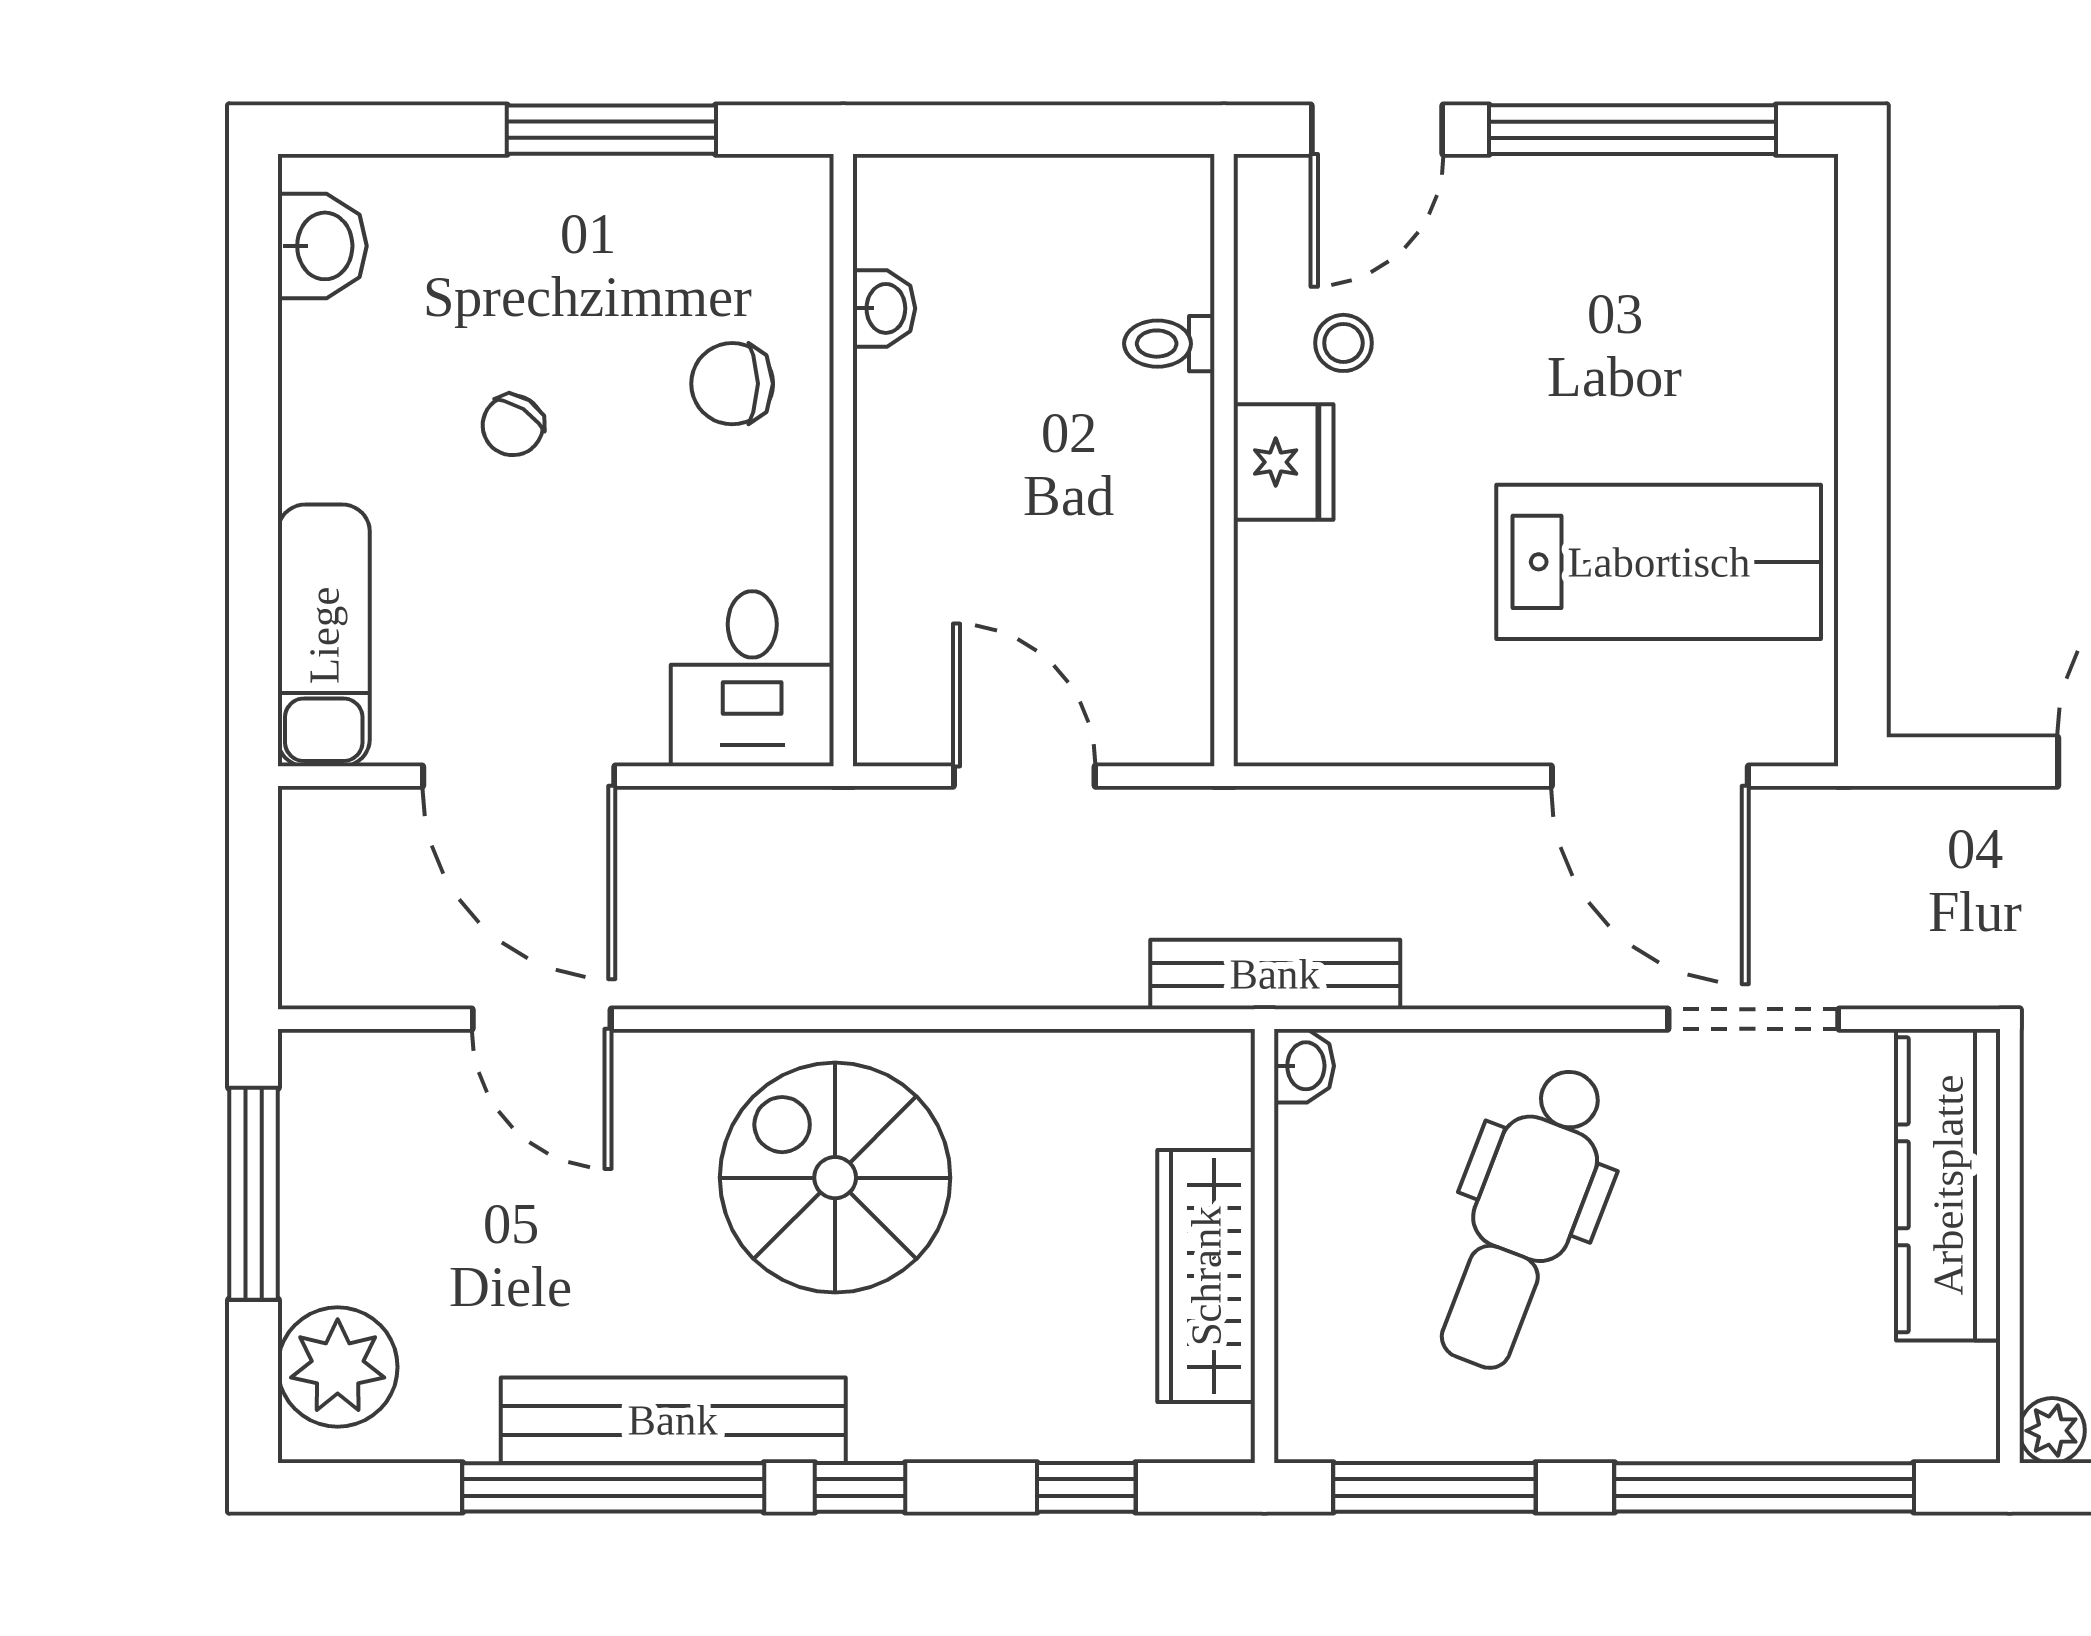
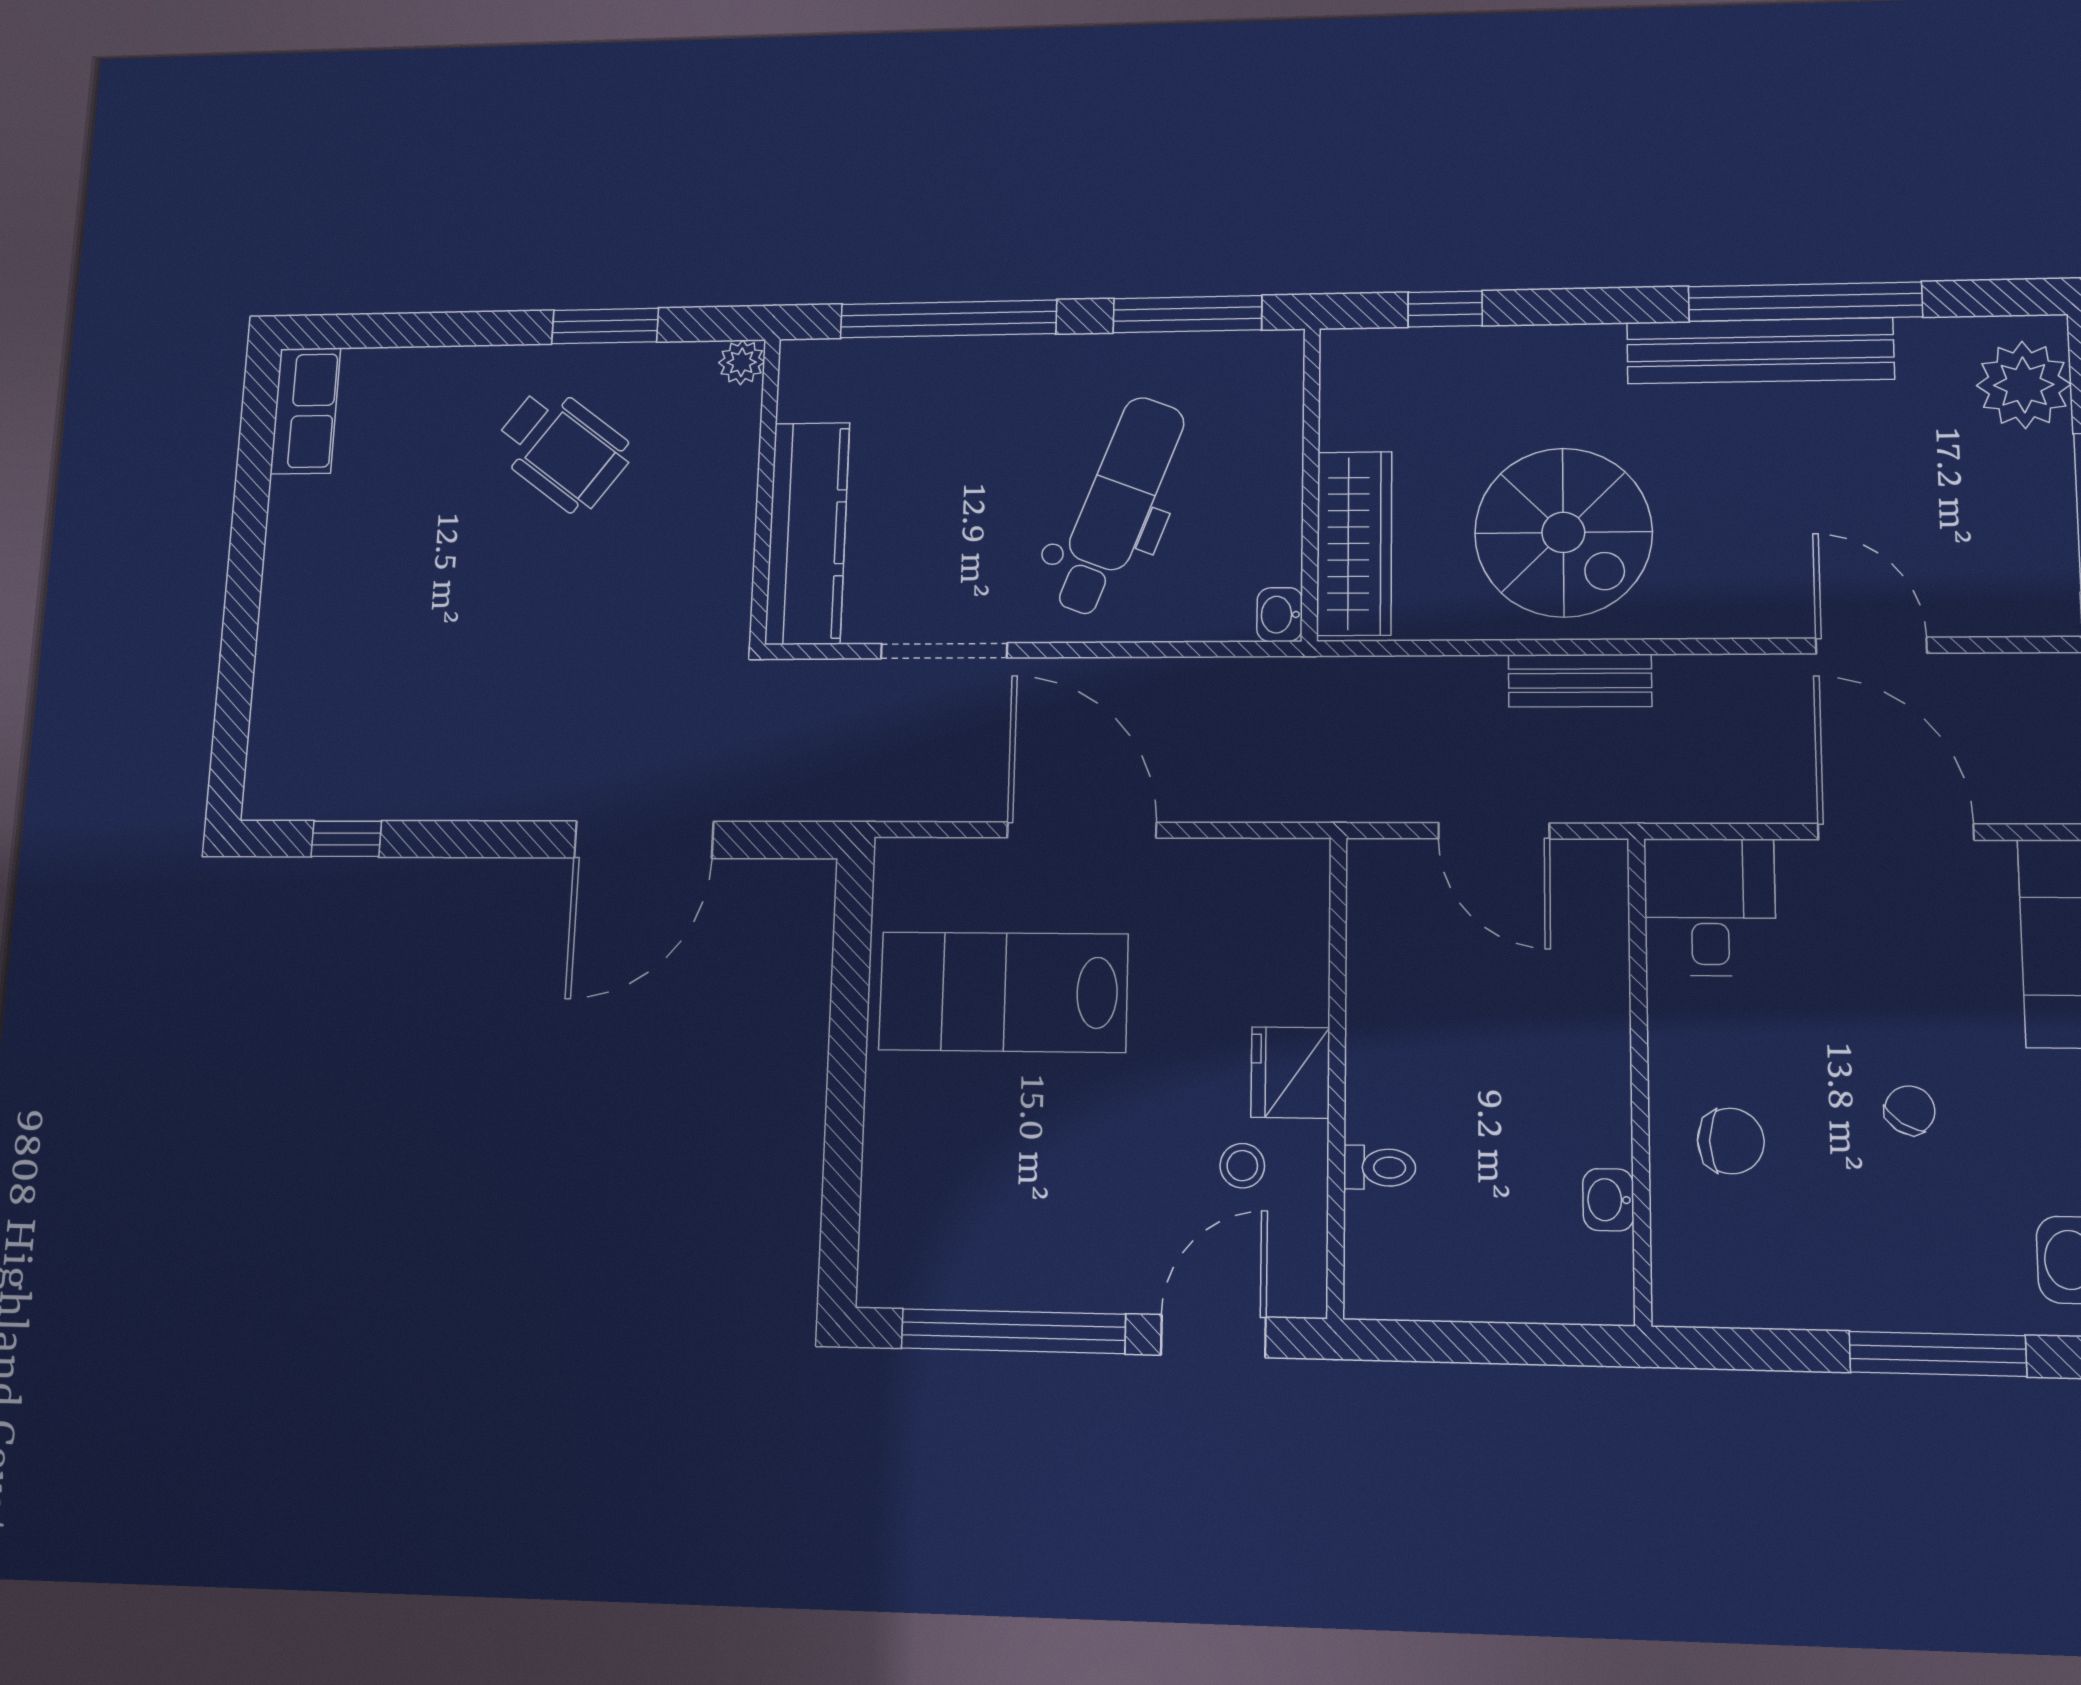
window: (611, 130) -> (1938, 1354), moved
door: (1650, 776) -> (1082, 830), moved
bench: (1275, 974) -> (1580, 681), moved, width x0.73
spiral stairs: (835, 1178) -> (1563, 532), moved
wardrobe: (1206, 1276) -> (1354, 543), moved
window: (860, 1487) -> (1616, 305), removed

